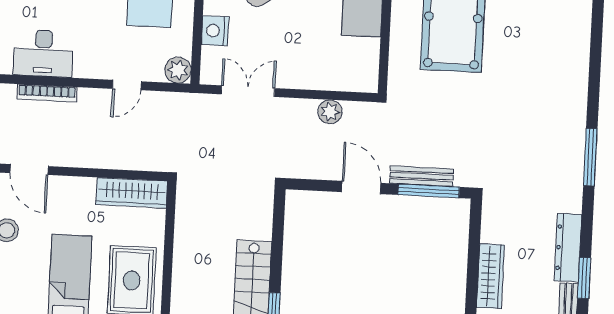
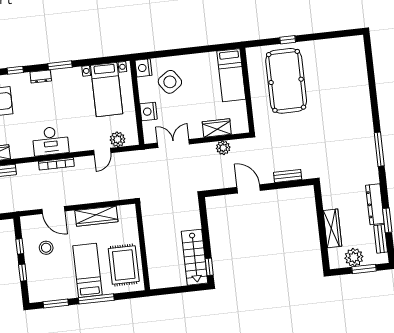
plant: (178, 70) -> (117, 139), moved
wardrobe: (325, 77) -> (217, 128), added
bench: (422, 176) -> (288, 176), width x0.73
window: (429, 191) -> (288, 184), removed
wardrobe: (132, 193) -> (96, 216), moved

